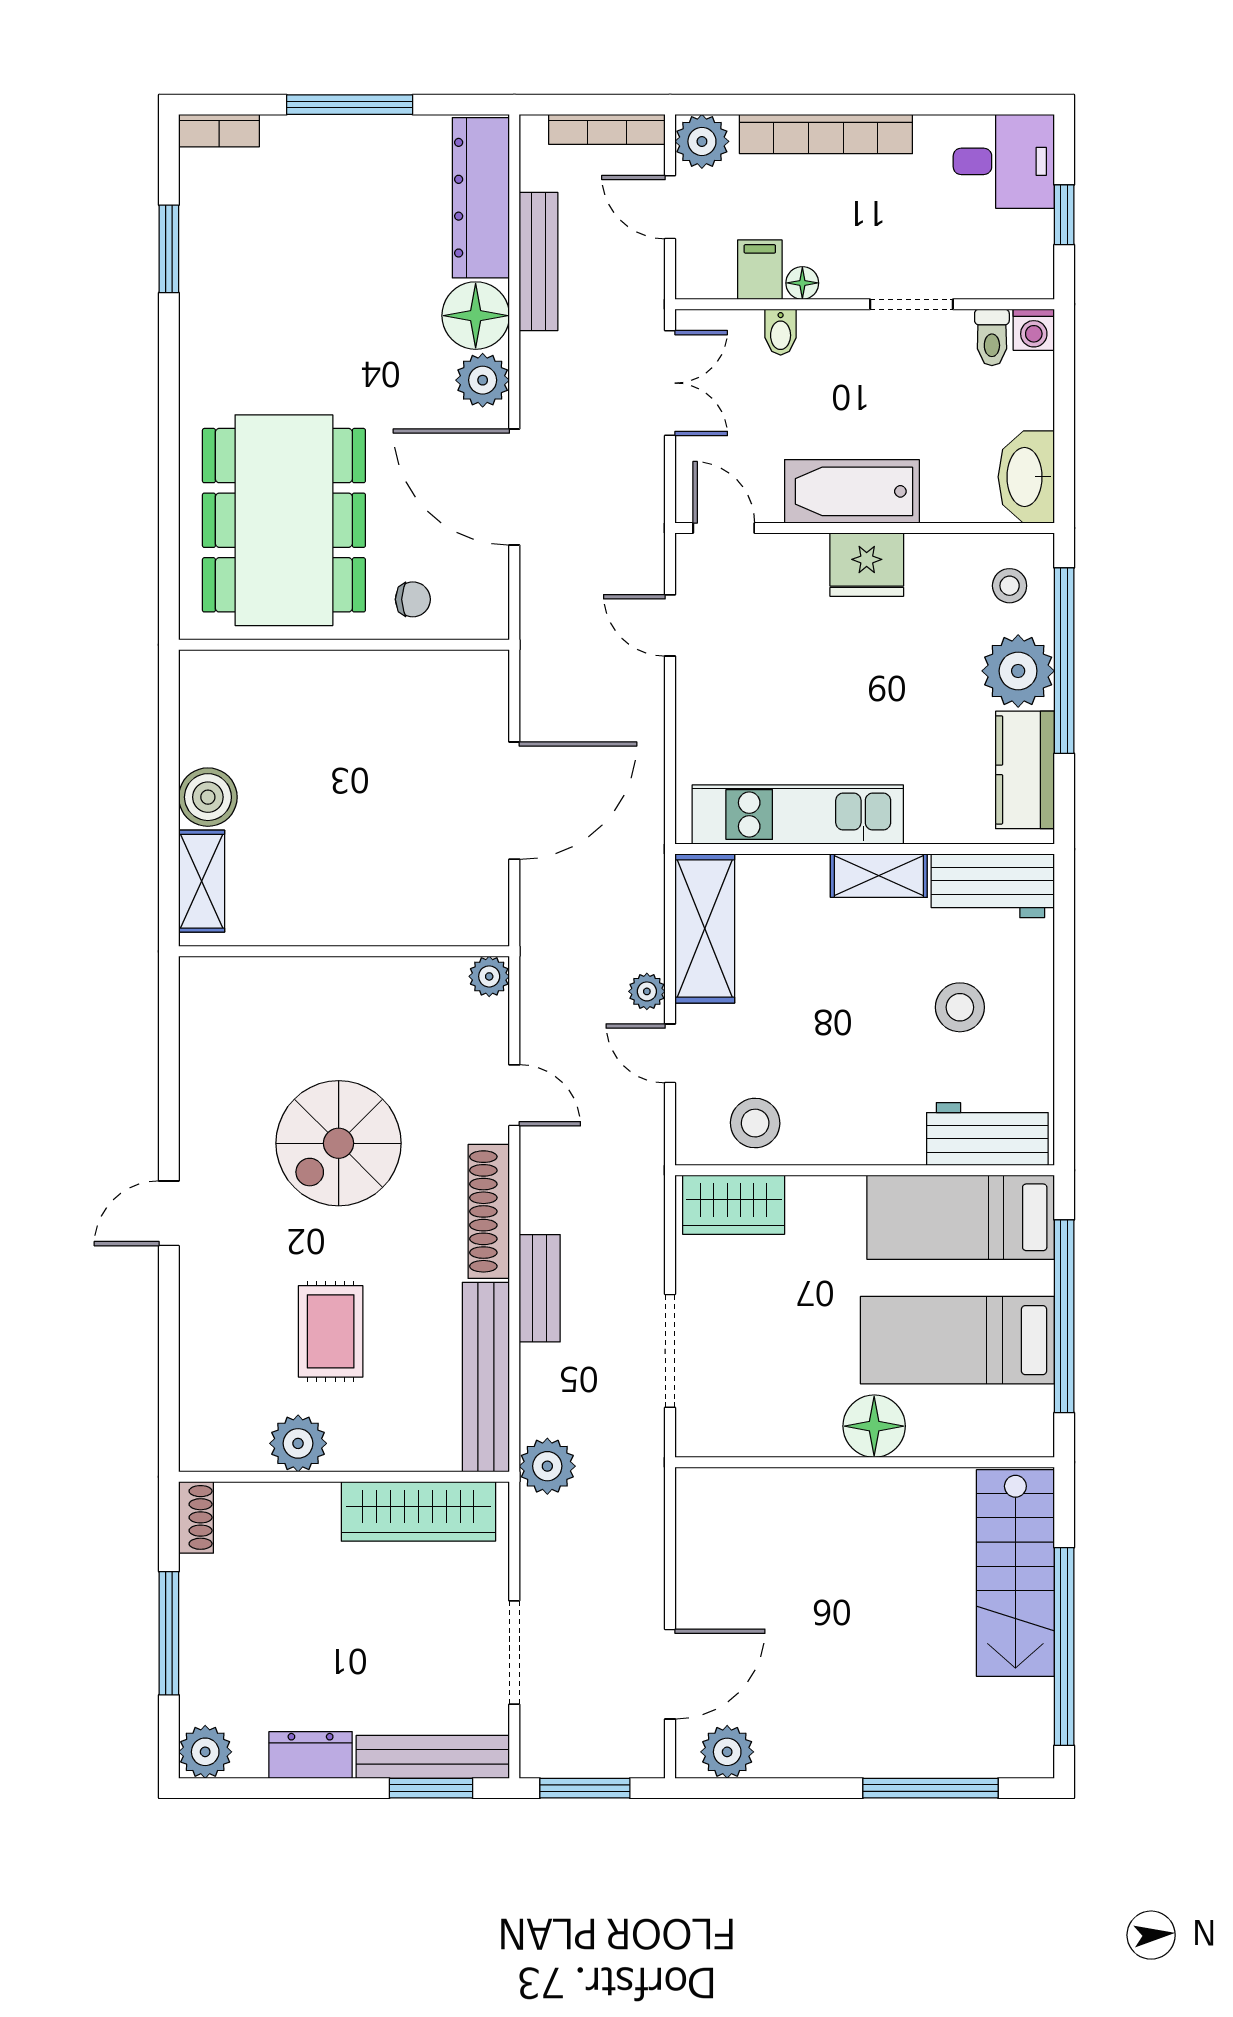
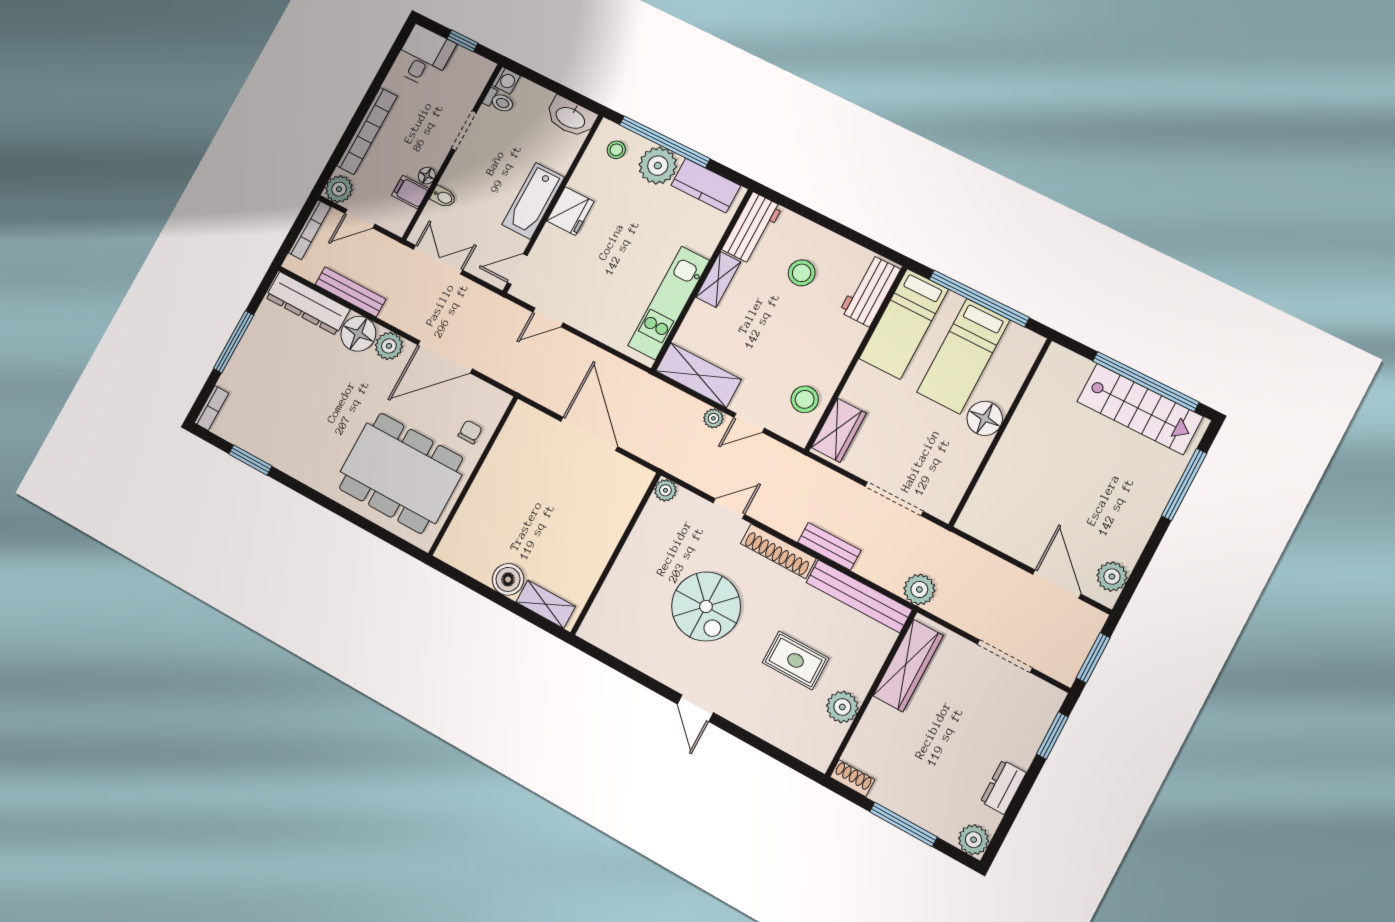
stairs: (1015, 1573) -> (1140, 409), moved
bench: (433, 1757) -> (1037, 726), removed

